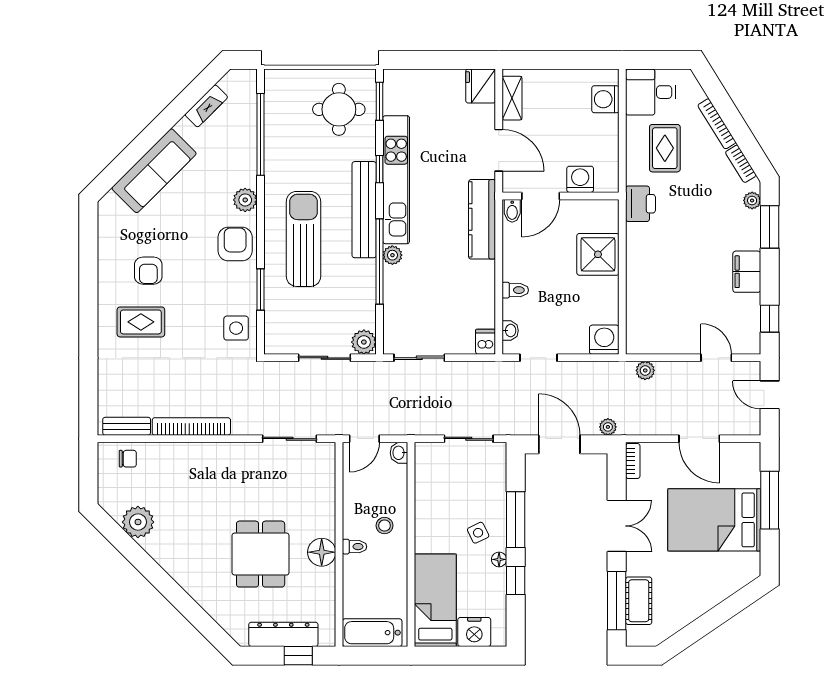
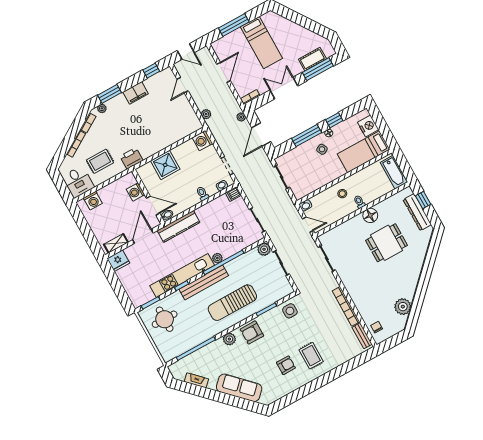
door: (770, 395) -> (186, 51), hinge flipped
bed: (714, 520) -> (261, 43), width x0.67

